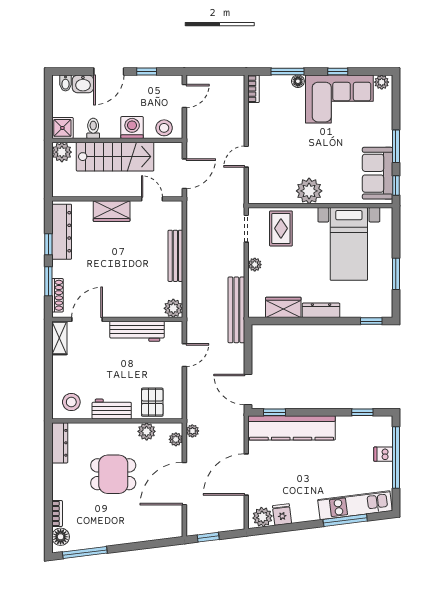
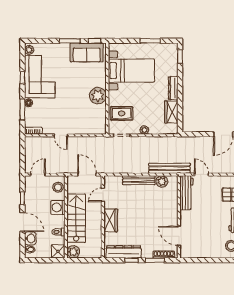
door: (184, 96) -> (38, 174), hinge flipped
door: (246, 157) -> (61, 135), moved
plant: (173, 308) -> (162, 181), moved
bench: (236, 310) -> (169, 168), moved
workbench: (137, 331) -> (186, 193), moved
shelving: (59, 338) -> (191, 253), removed

